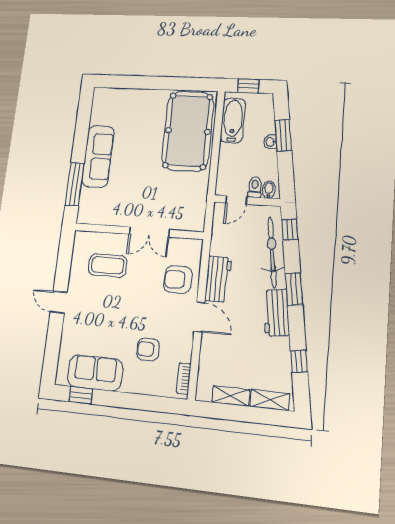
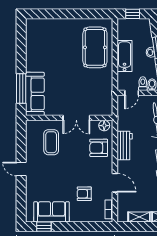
bathtub: (233, 120) -> (125, 56), moved
pool table: (188, 131) -> (95, 47), width x0.73, depth x0.76
sofa: (98, 156) -> (35, 94), moved
floor lamp: (190, 246) -> (104, 126), added
coffee table: (108, 265) -> (51, 142), turned 90
door: (199, 317) -> (115, 183), moved

